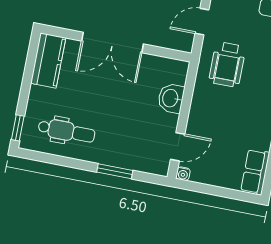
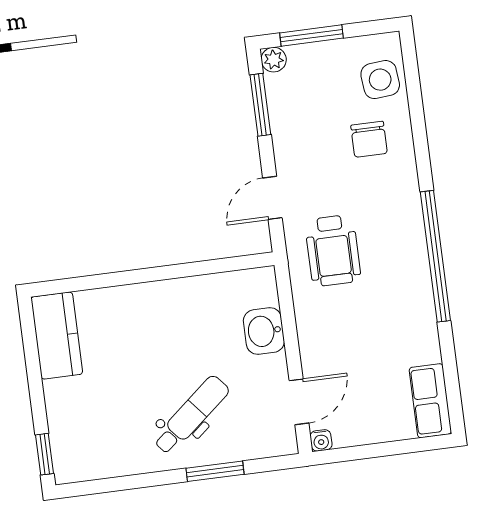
double door: (113, 42) -> (146, 275), removed
dental chair: (67, 131) -> (191, 415), moved, turned -40

